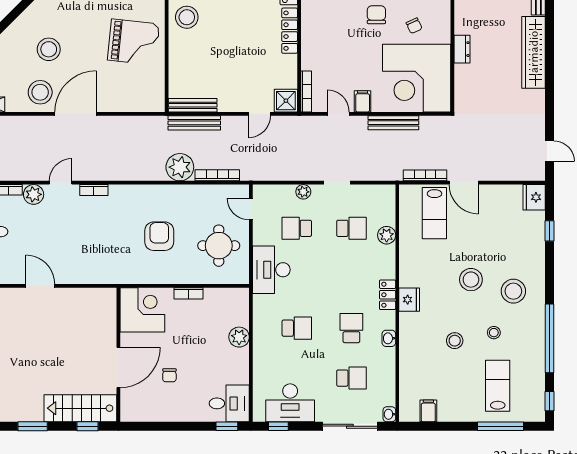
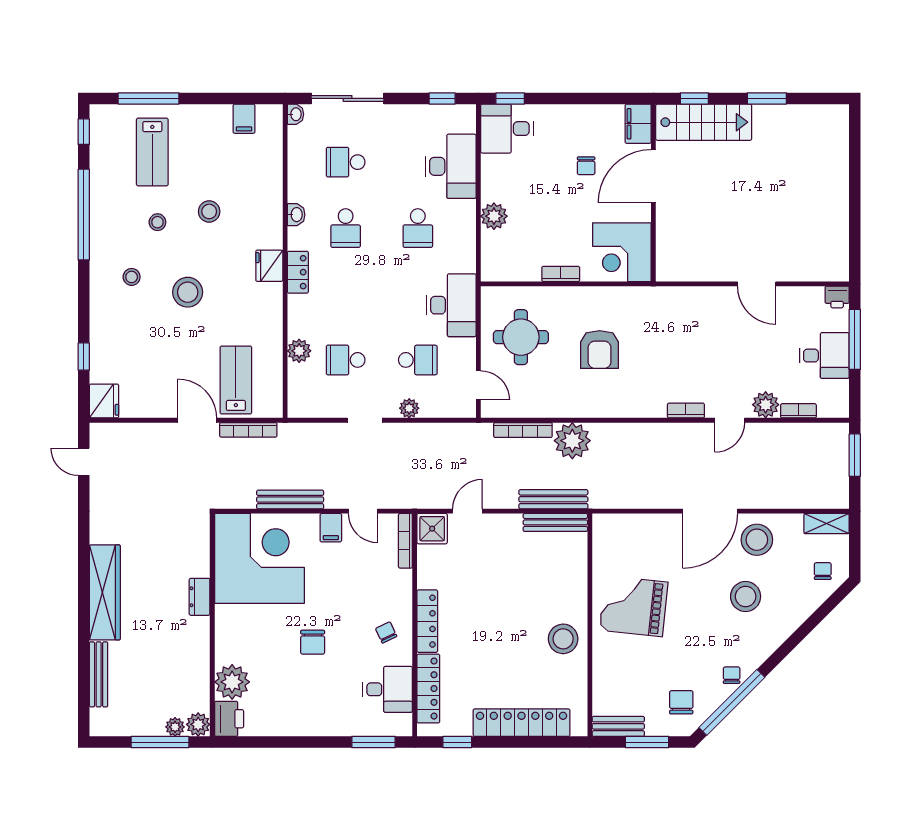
chair: (414, 26) -> (386, 632), moved
stool: (513, 291) -> (132, 277), width x0.53, depth x0.53
school desk: (297, 328) -> (418, 228), turned -90
chair: (169, 375) -> (586, 166), turned 180
desk: (290, 403) -> (451, 166), moved, turned 90
filing cabinet: (130, 407) -> (638, 124), added

